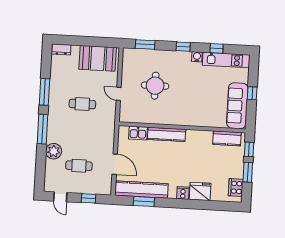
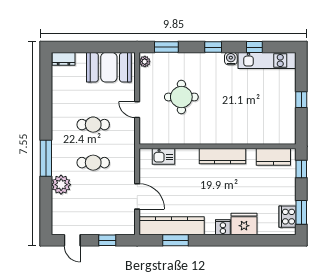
plant: (127, 55) -> (145, 62), added
window: (45, 92) -> (46, 112), removed
sofa: (237, 106) -> (284, 116), removed
kitchen counter: (167, 134) -> (222, 156), moved
cafe table: (79, 166) -> (93, 163), moved
window: (248, 172) -> (301, 212), moved

